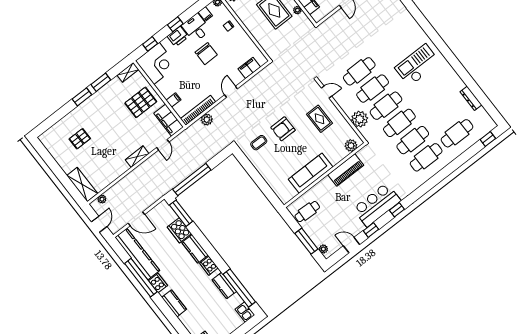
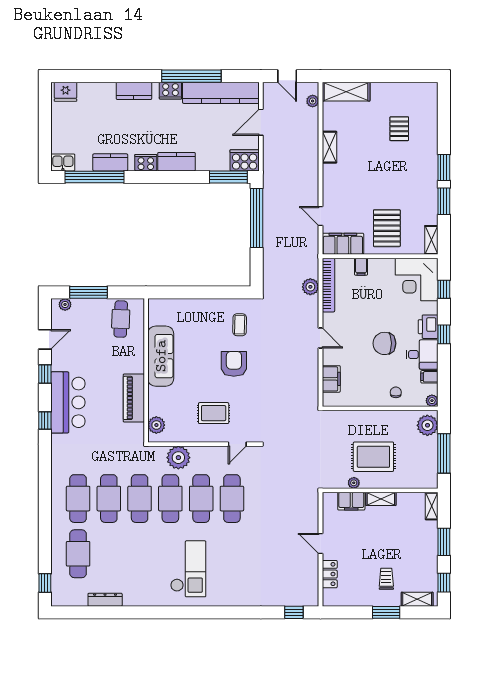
shelving: (137, 157) -> (329, 147), moved
cooker: (179, 230) -> (245, 160), moved

